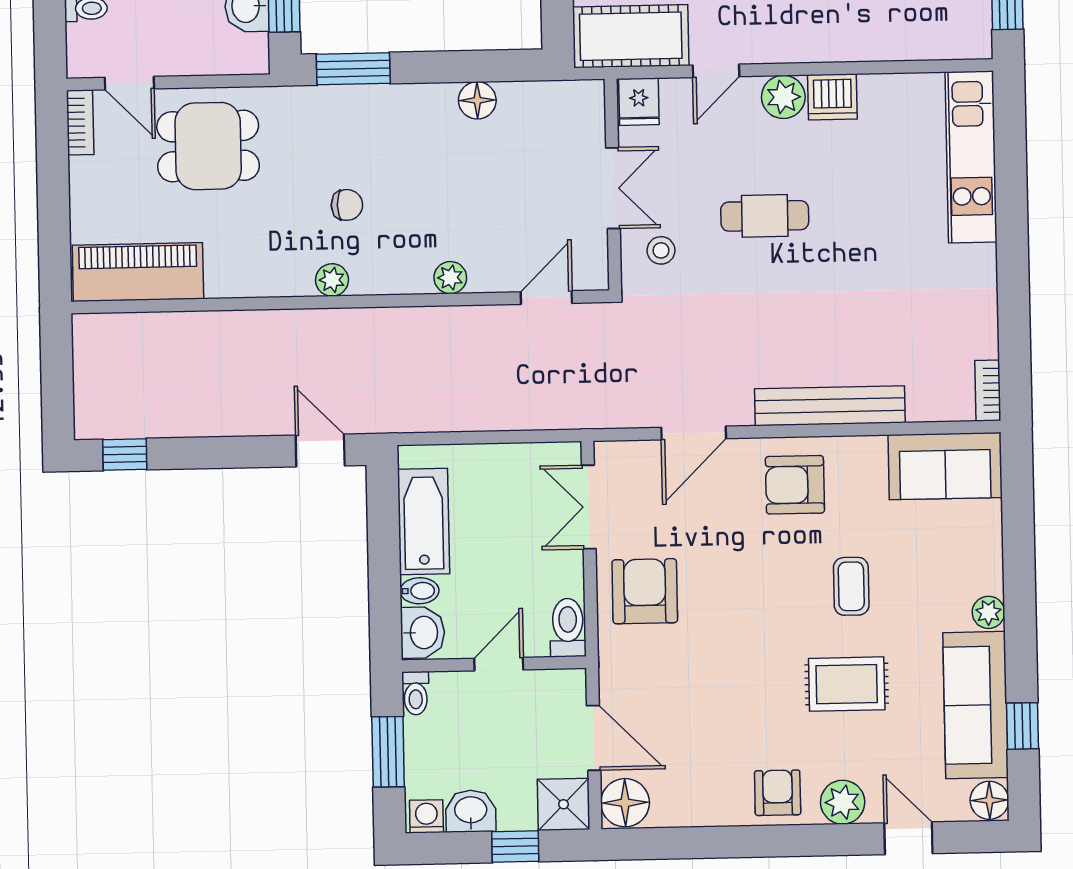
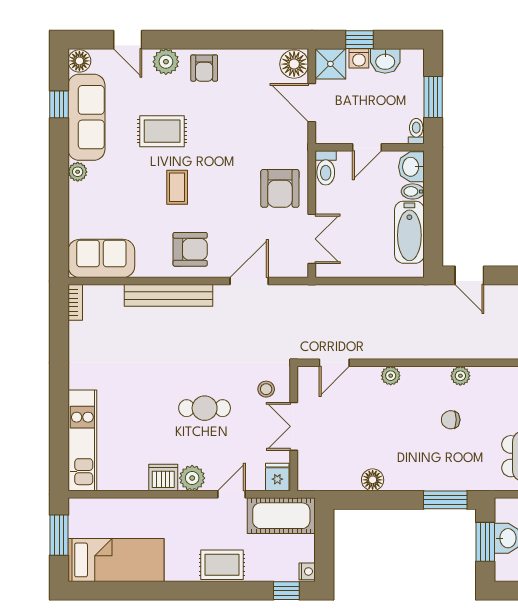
coffee table: (851, 586) -> (177, 187), moved
washing machine: (426, 816) -> (359, 58), moved

